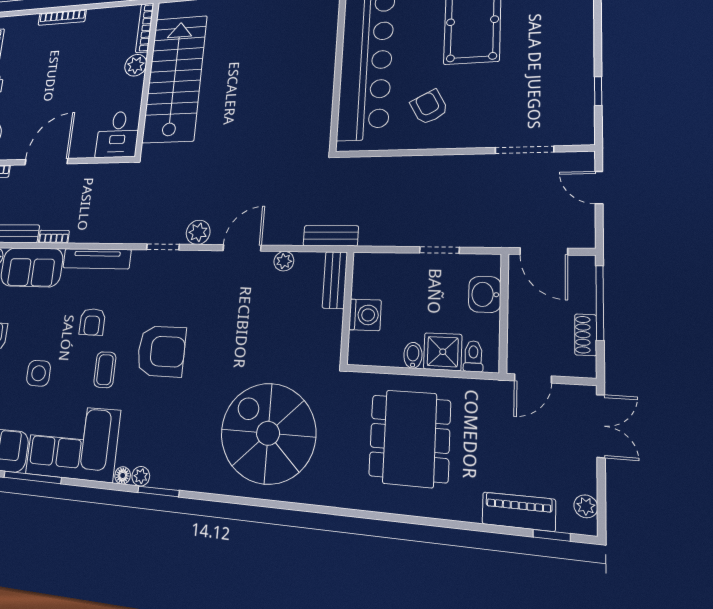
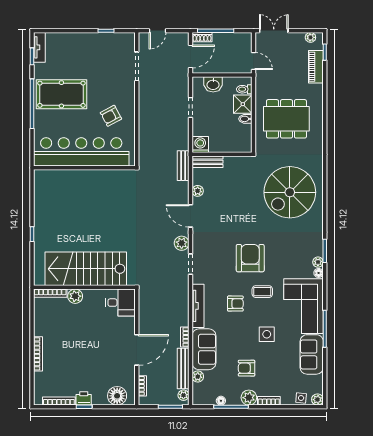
door: (46, 162) -> (137, 350), swing flipped
washing machine: (365, 315) -> (200, 145), moved
shoe rack: (586, 335) -> (202, 37), moved

